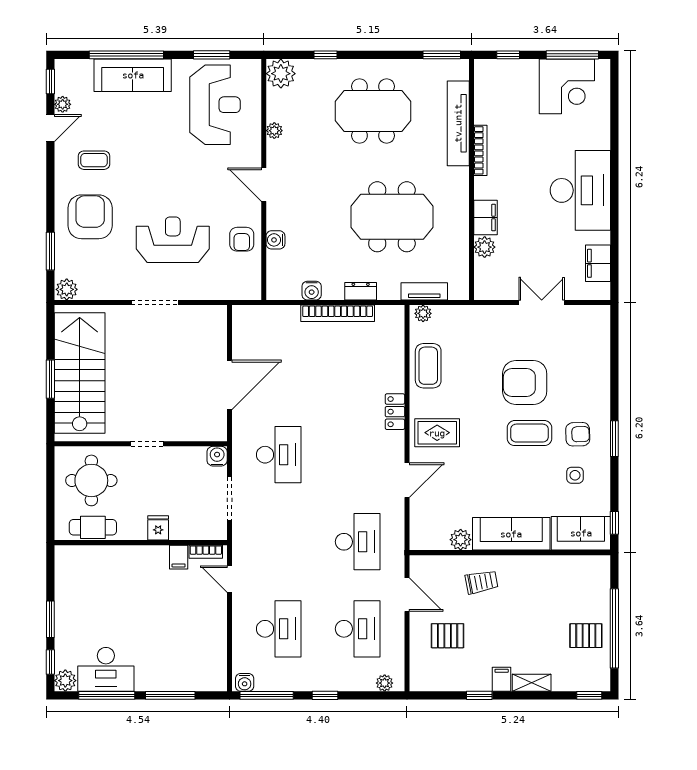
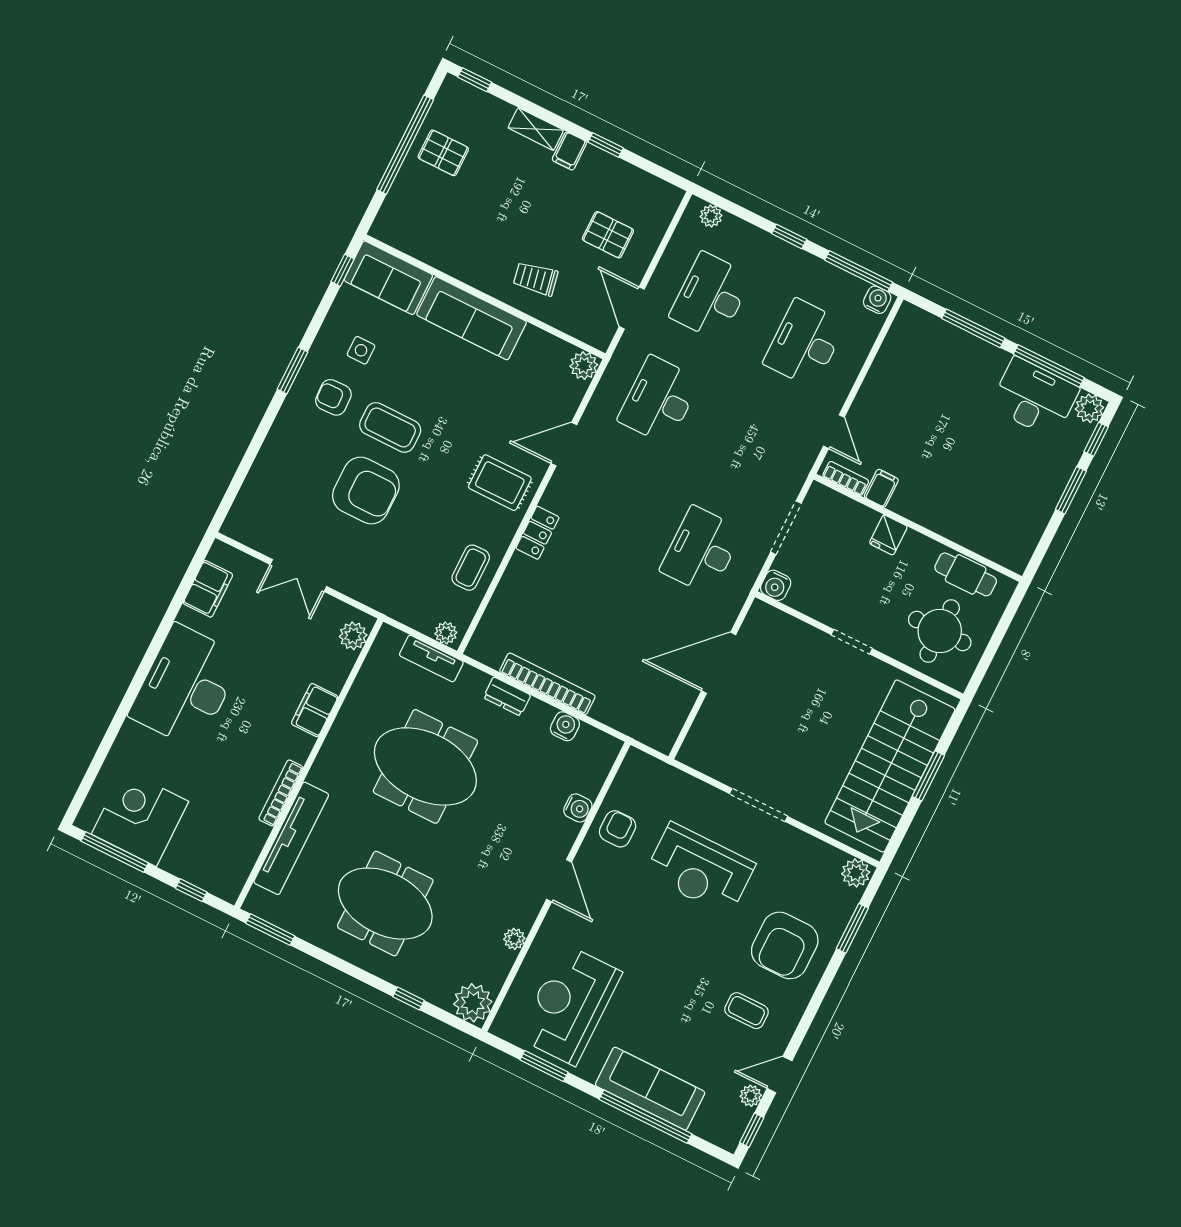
plant: (485, 247) -> (353, 636), moved
coffee table: (428, 366) -> (471, 568), width x0.73, depth x0.77
plant: (461, 540) -> (584, 366), moved

